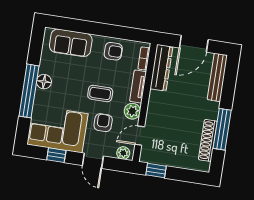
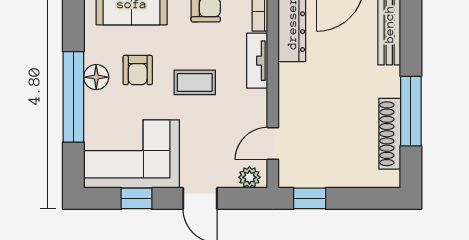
plant: (132, 111) -> (254, 104), removed
armchair: (103, 123) -> (138, 70), moved, turned 180

